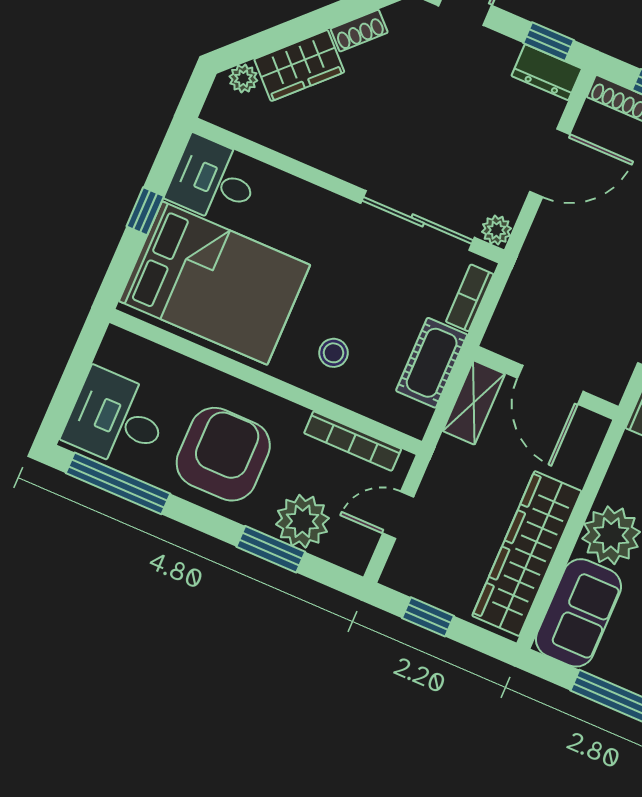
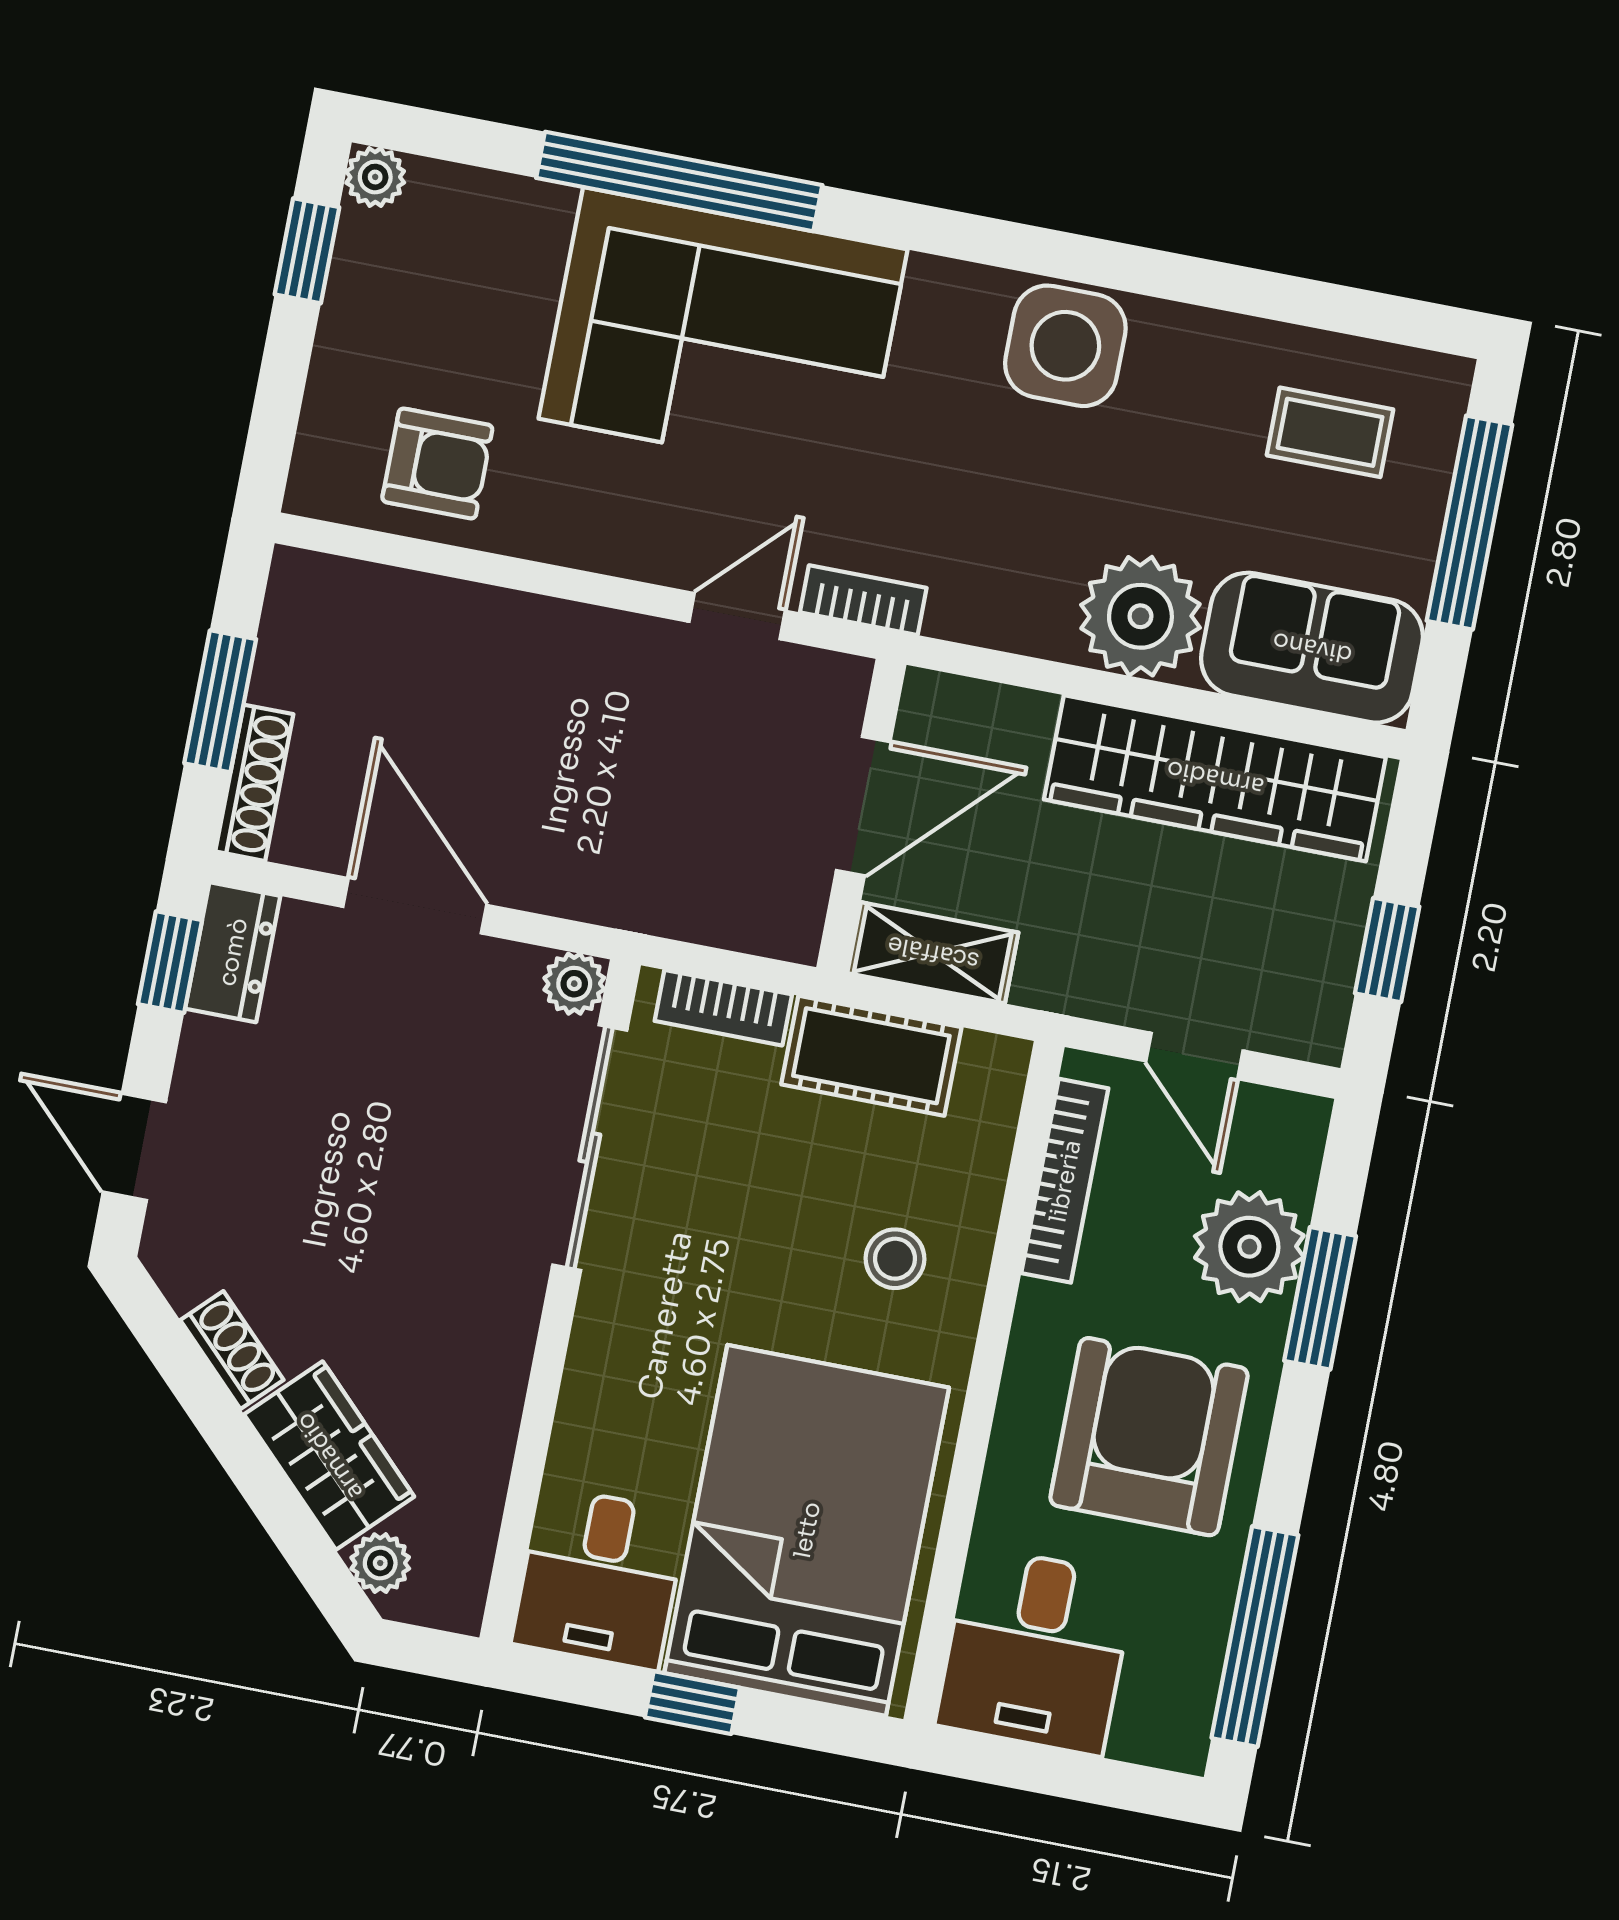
desk: (117, 419) -> (1036, 1651), moved
armchair: (223, 454) -> (1149, 1437), turned 90

